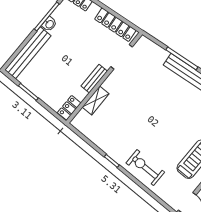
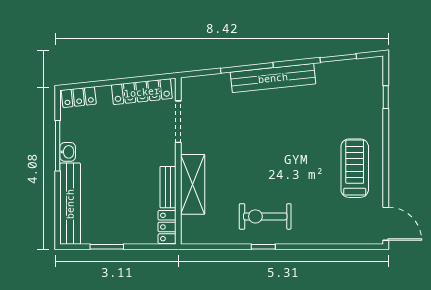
bench: (94, 79) -> (168, 187), moved
shelving: (96, 100) -> (193, 184), width x1.50, depth x1.33
exercise bike: (145, 168) -> (265, 216), moved

